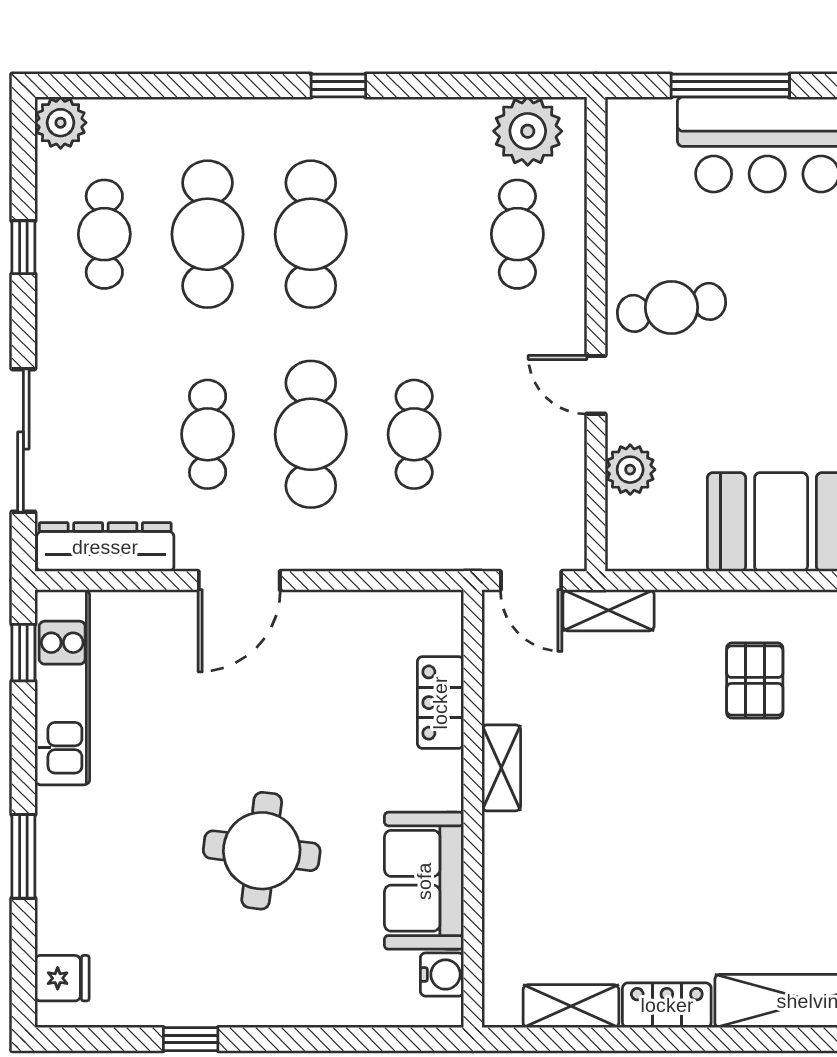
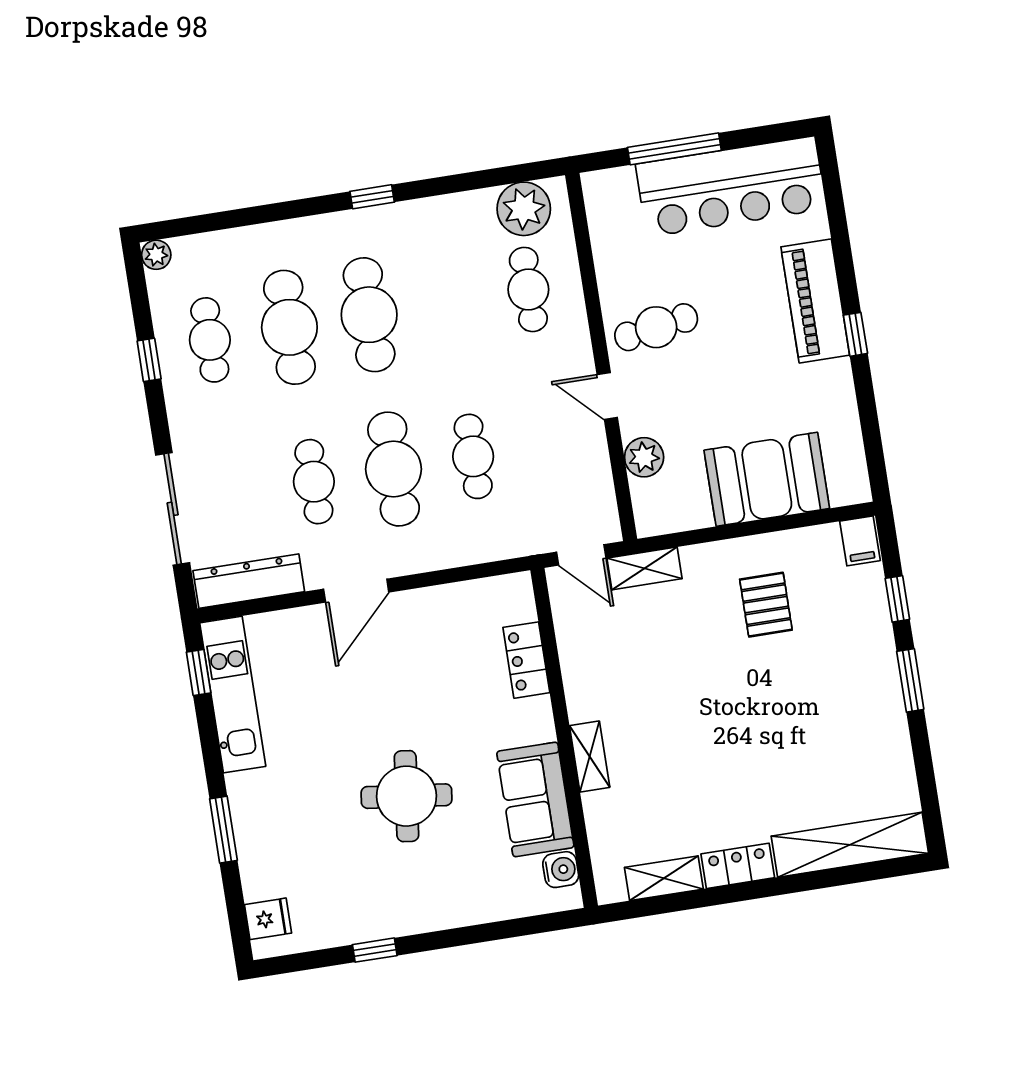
plant: (61, 123) -> (156, 255), width x0.73, depth x0.73
shelving: (501, 768) -> (590, 757), moved

